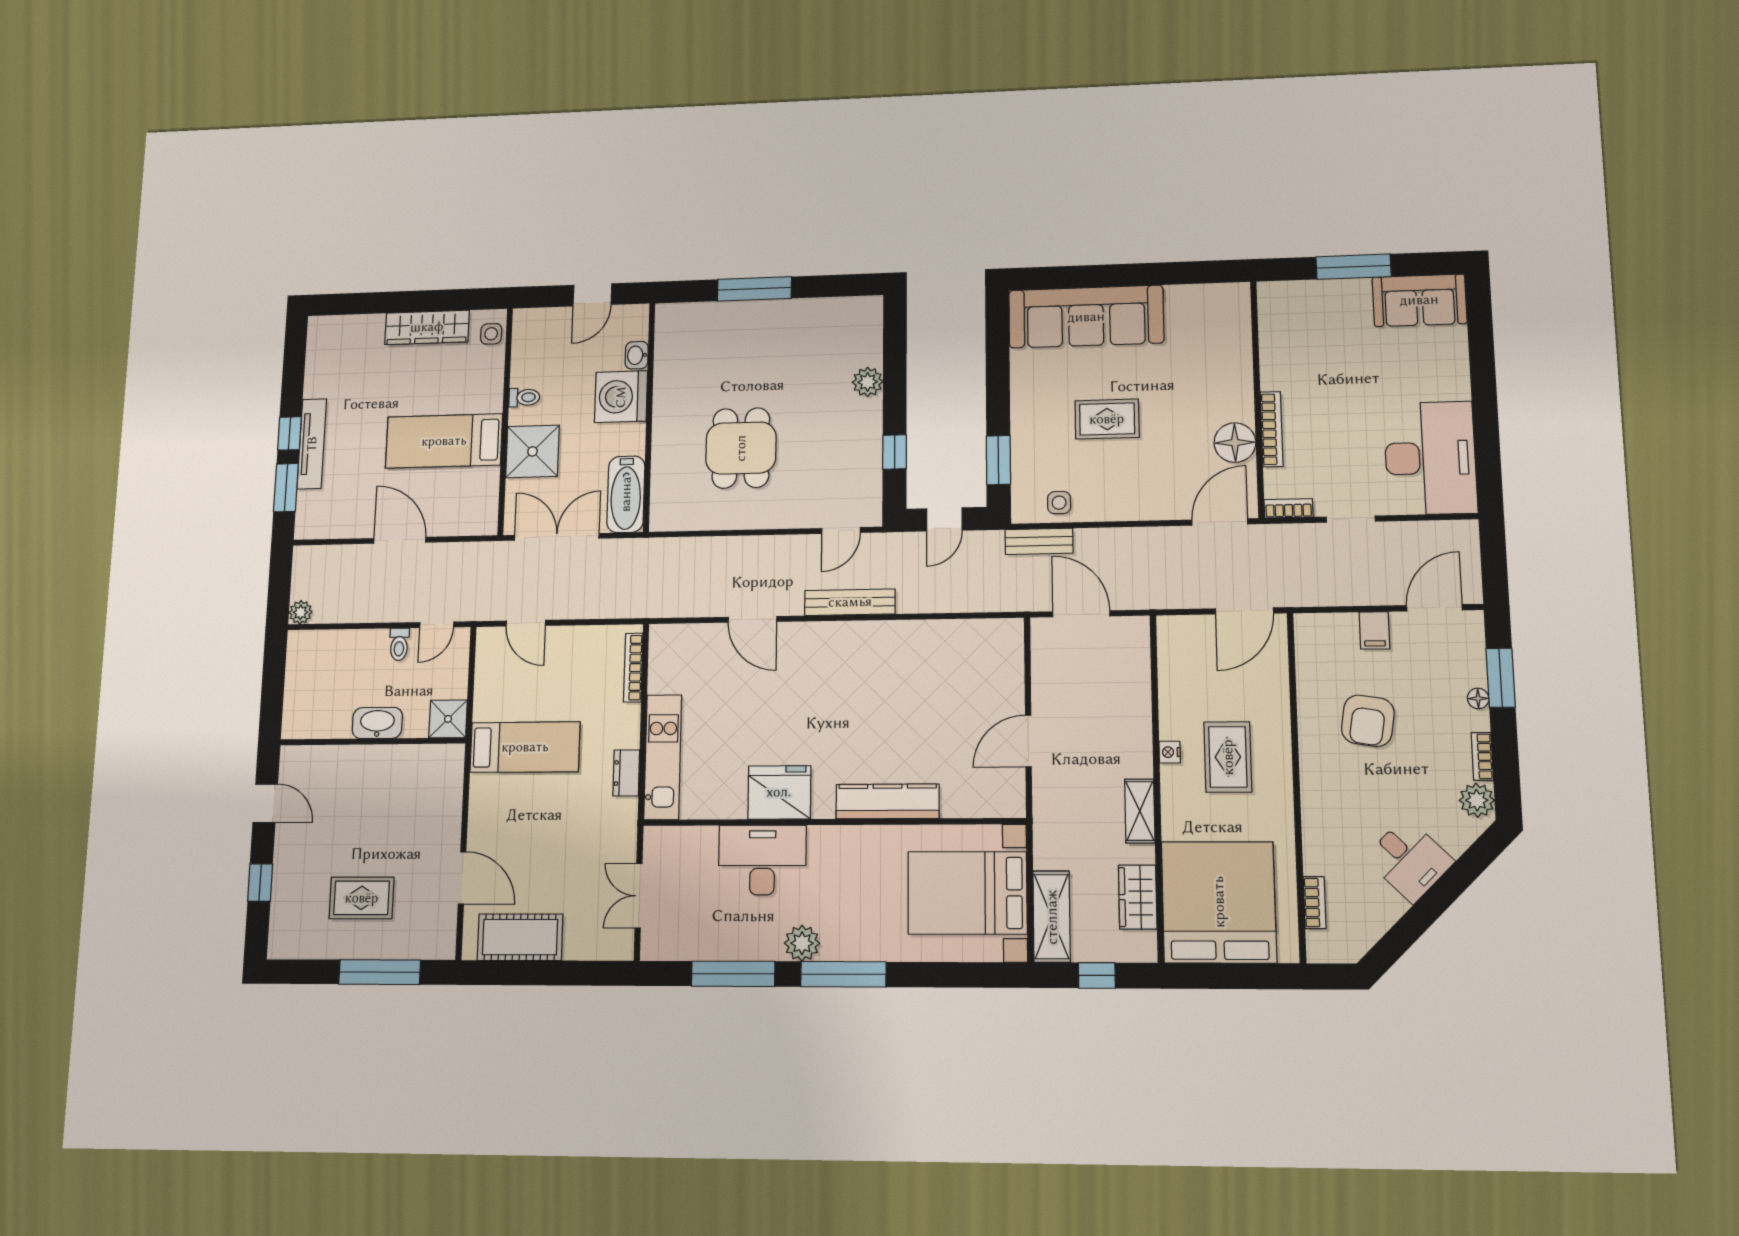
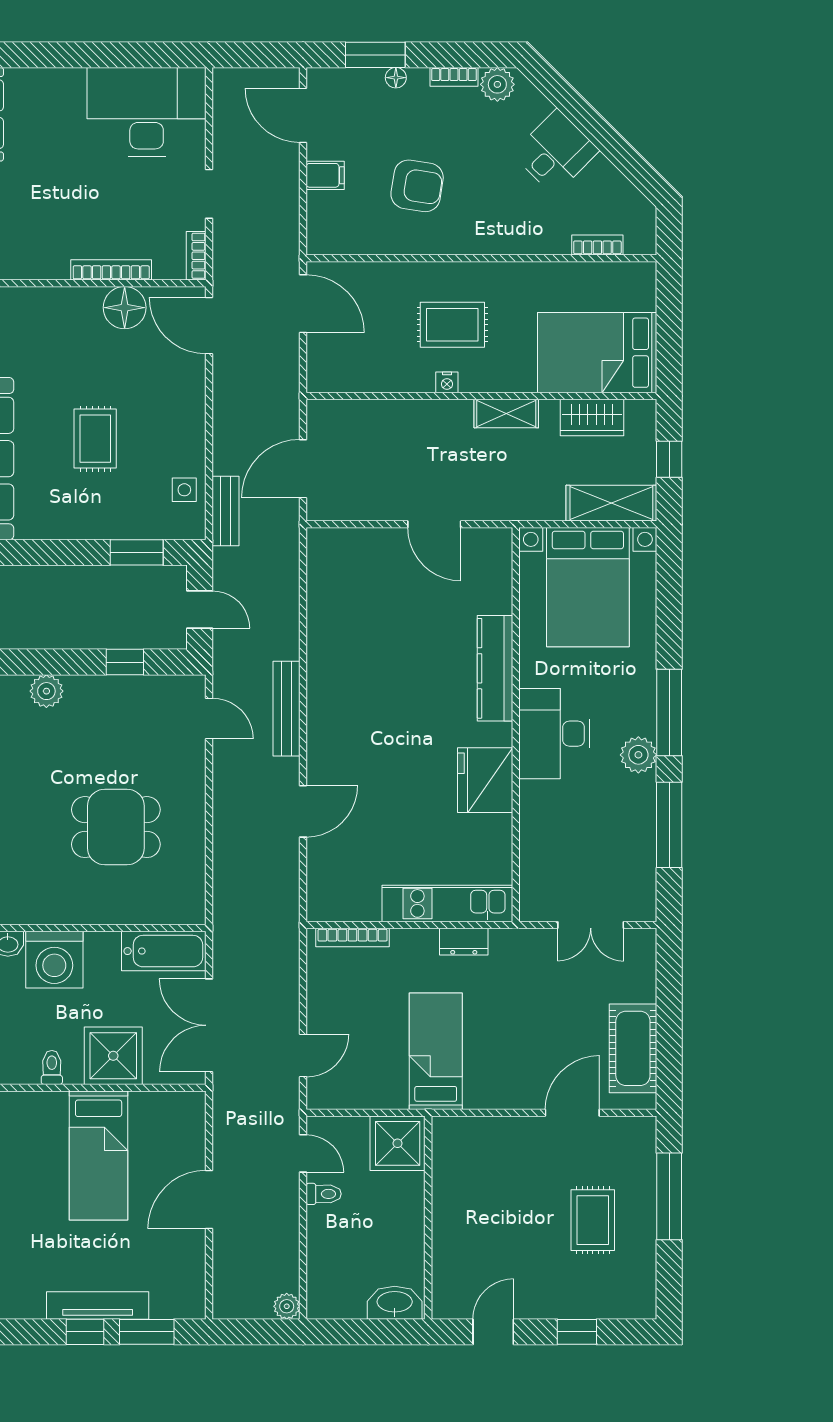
shower: (448, 719) -> (398, 1143), width x1.36, depth x1.36
washbasin: (377, 723) -> (395, 1303), moved, turned 90
desk: (762, 860) -> (554, 734), moved
bed: (1219, 902) -> (597, 353), width x0.73

